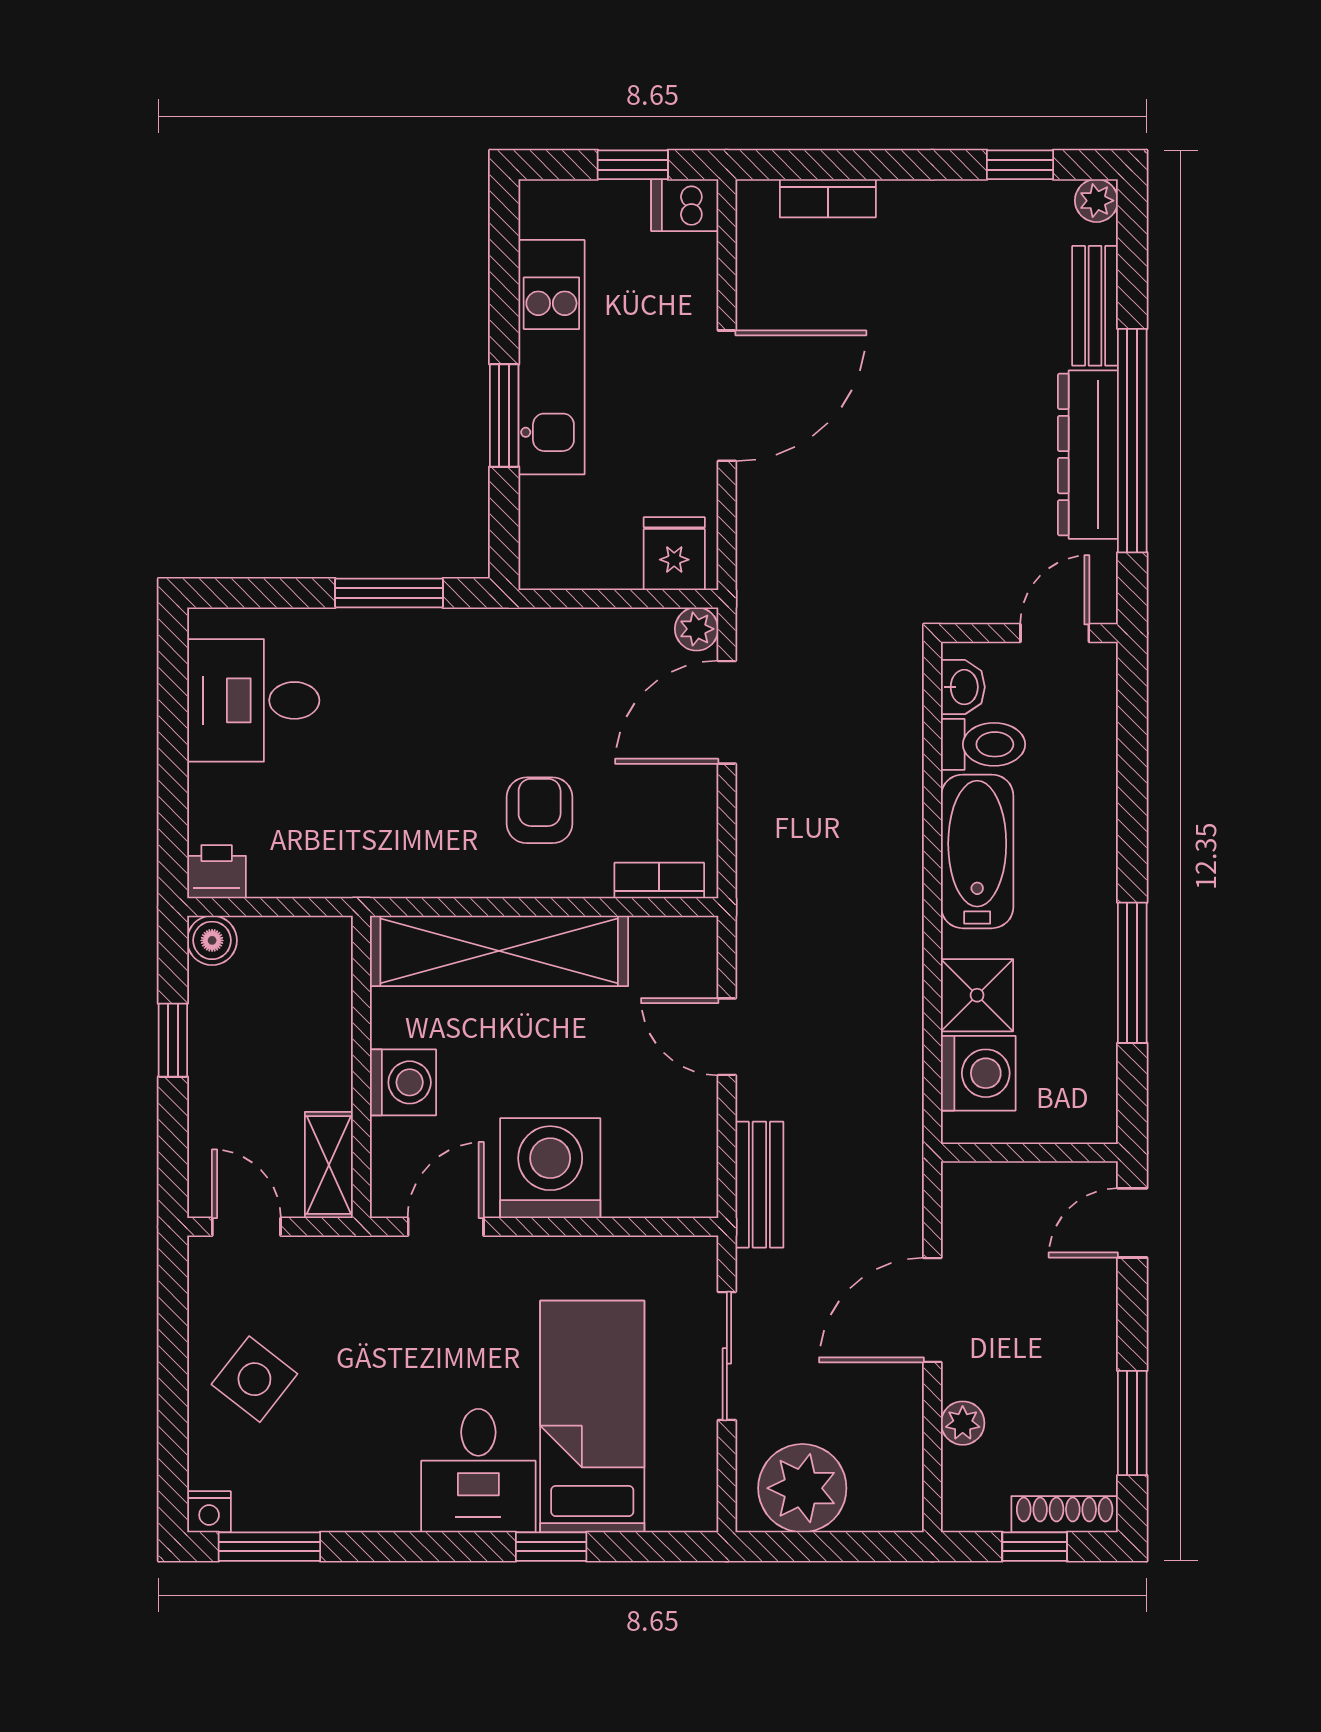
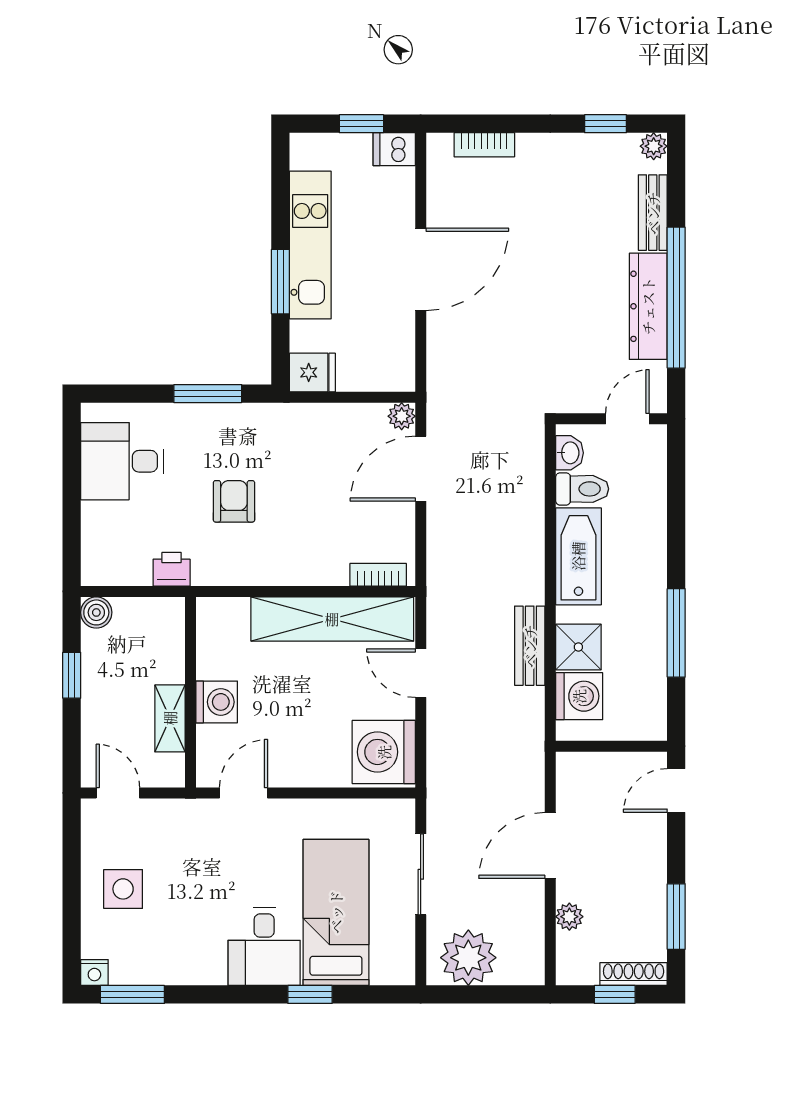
fridge: (674, 554) -> (312, 372), moved, turned 90
armchair: (540, 810) -> (234, 501), moved
printer: (217, 872) -> (172, 569), moved
shelving: (499, 951) -> (332, 619), moved
shelving: (329, 1165) -> (170, 718), moved
washing machine: (550, 1168) -> (384, 752), moved, turned -90
bench: (759, 1185) -> (530, 646), moved
side table: (254, 1379) -> (123, 889), turned -38

